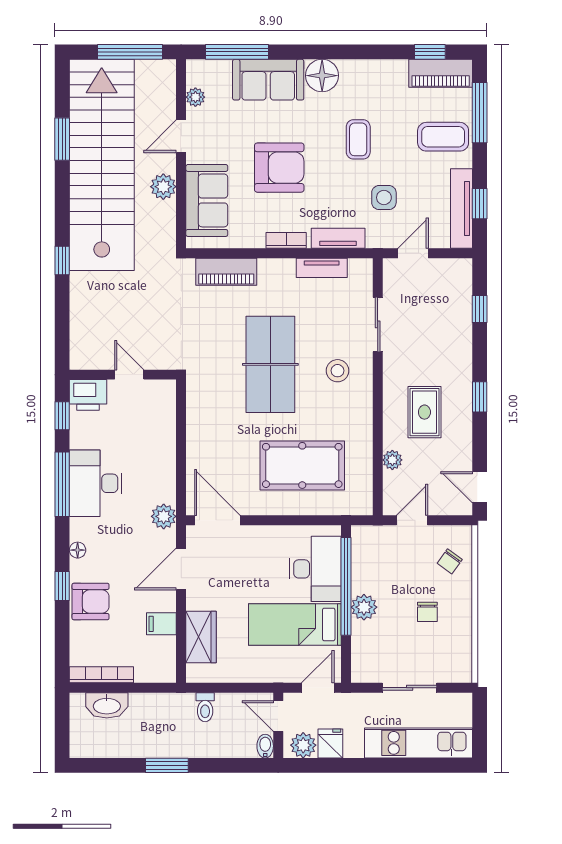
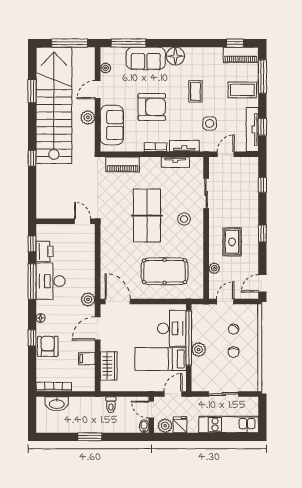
door: (129, 375) -> (83, 221), moved
printer: (88, 395) -> (45, 251), moved, turned -90
door: (480, 487) -> (262, 283), hinge flipped
chair: (450, 561) -> (234, 329), moved
armchair: (91, 601) -> (48, 346), turned -90

